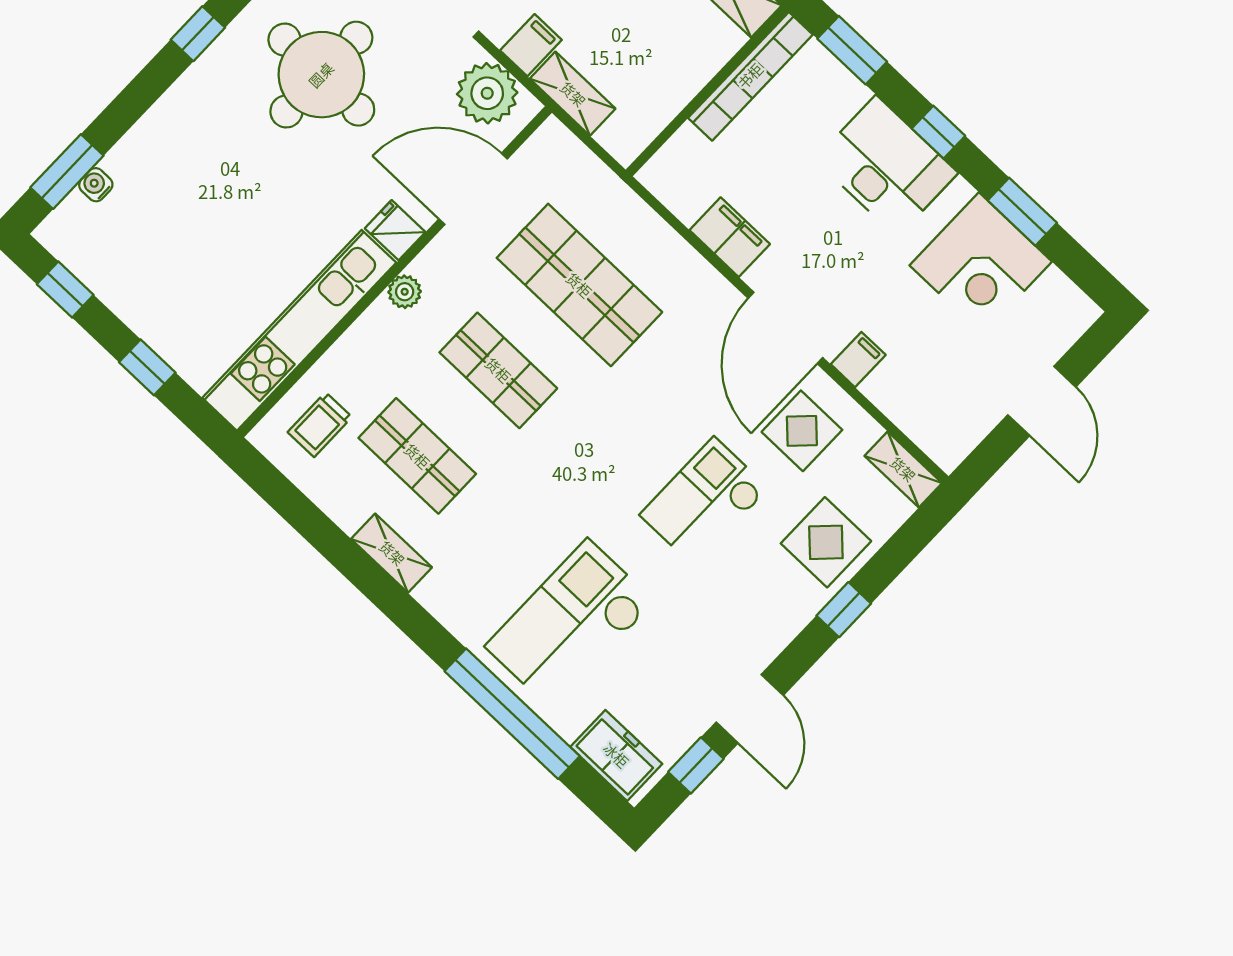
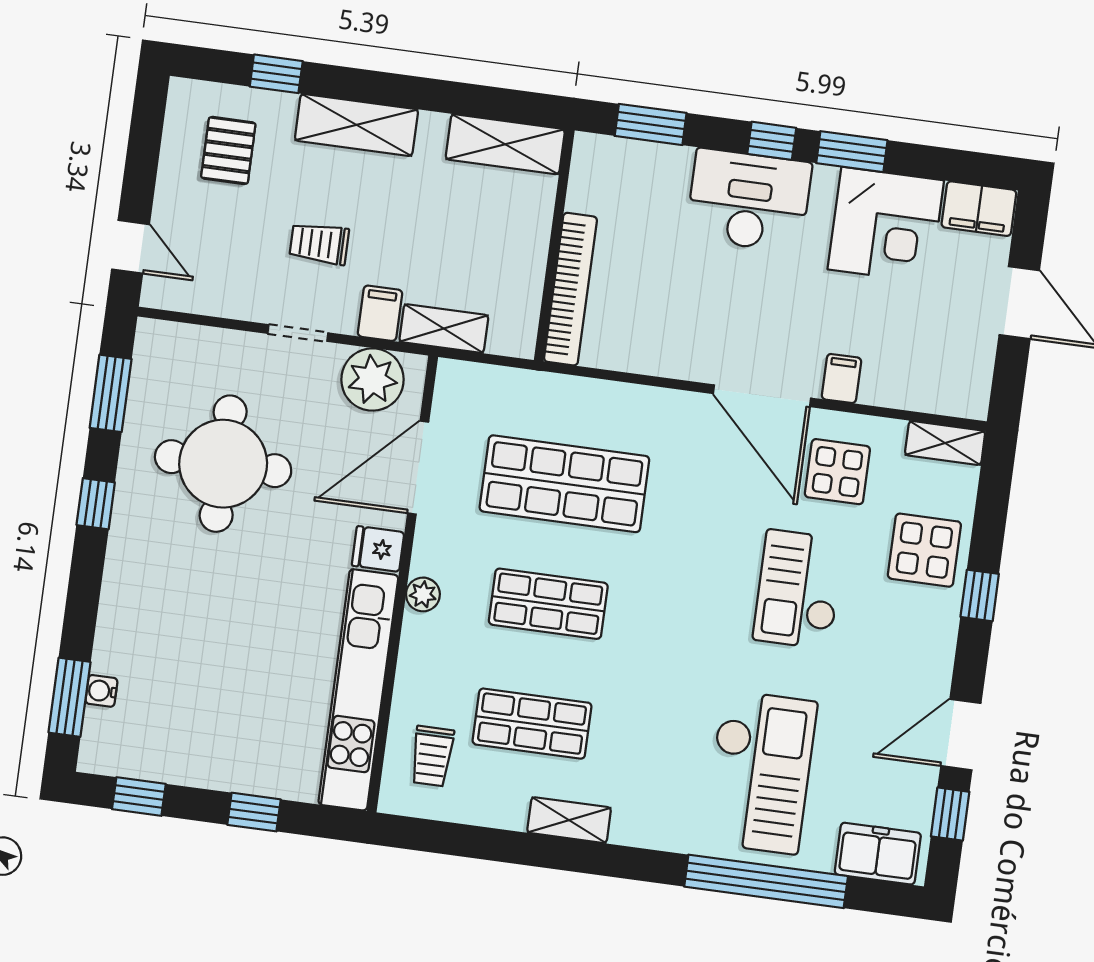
bookcase: (750, 76) -> (570, 289), moved
window: (1022, 212) -> (852, 152), moved
filing cabinet: (730, 237) -> (979, 209), moved, turned 180
checkout: (570, 624) -> (760, 772), turned 180
door: (750, 709) -> (961, 735), swing flipped

